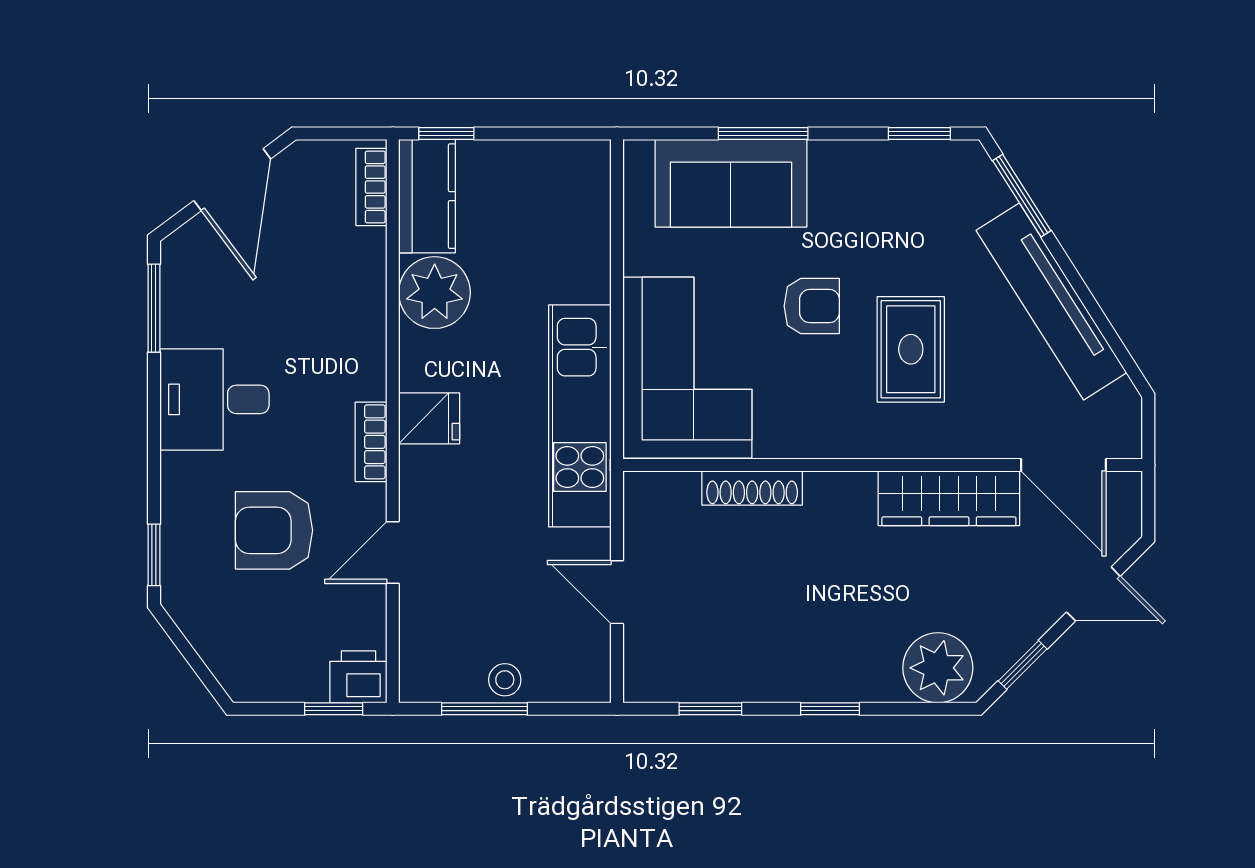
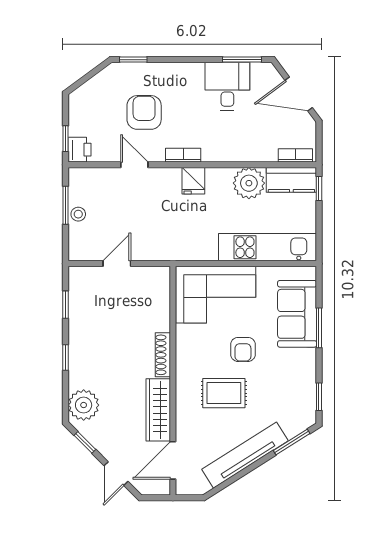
desk: (214, 399) -> (227, 86), moved
kitchen unit: (580, 416) -> (267, 247), moved
shoe rack: (752, 488) -> (163, 355), moved

